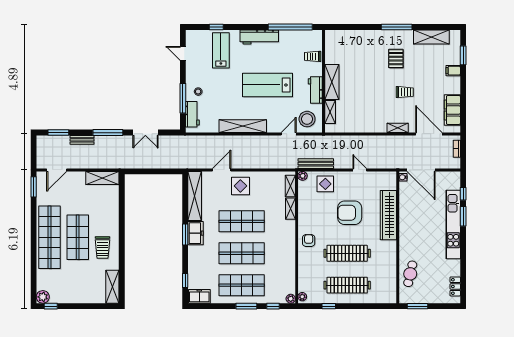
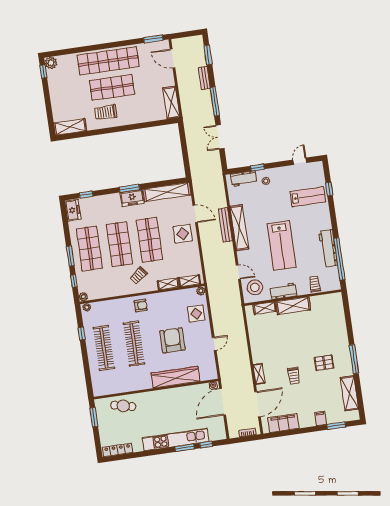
workbench: (259, 37) -> (328, 248), moved
lab bench: (268, 85) -> (282, 245), turned 180
window: (183, 98) -> (257, 167), width x0.46
bench: (316, 164) -> (225, 225), moved
trolley: (277, 238) -> (139, 275), added
locker: (455, 286) -> (117, 450), width x1.53

